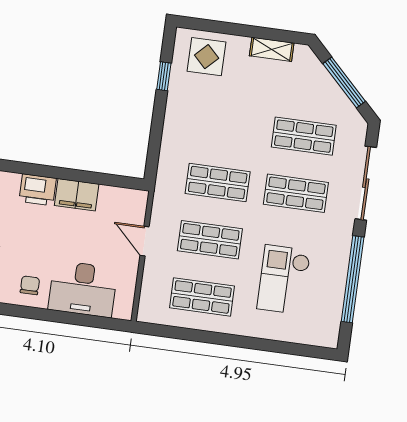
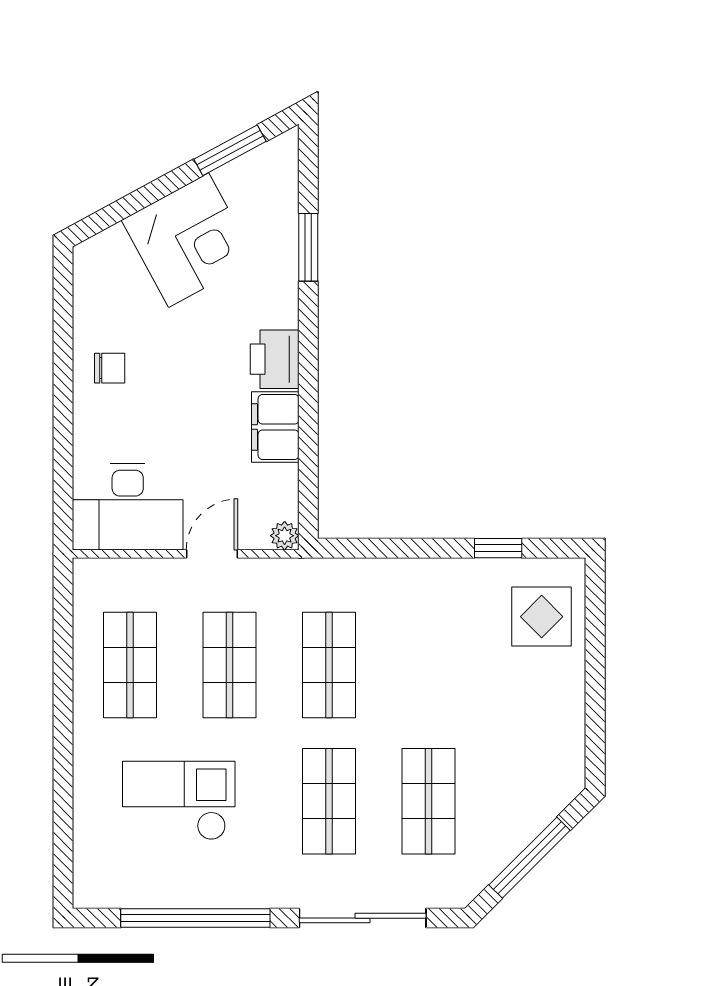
shelving: (272, 49) -> (569, 726), removed
plant: (140, 198) -> (285, 536), added
desk: (83, 289) -> (128, 507), moved, turned -90

